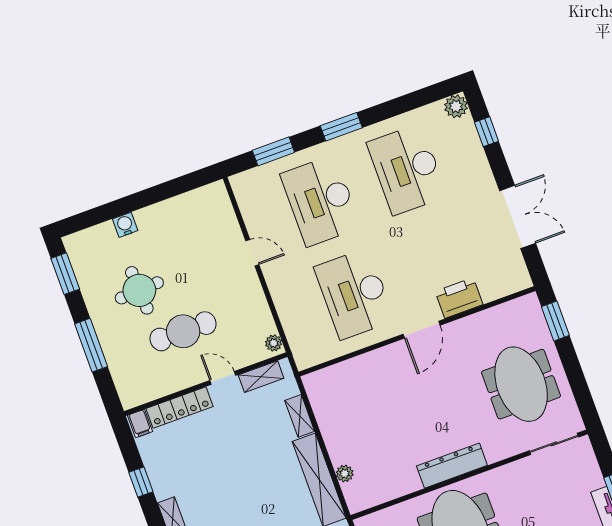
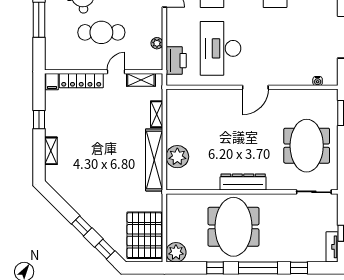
water cooler: (504, 290) -> (318, 81), added
printer: (459, 298) -> (176, 61), moved, turned 90
plant: (274, 343) -> (157, 43), moved
door: (223, 378) -> (116, 72), hinge flipped
plant: (345, 474) -> (177, 157), width x1.88, depth x1.88

